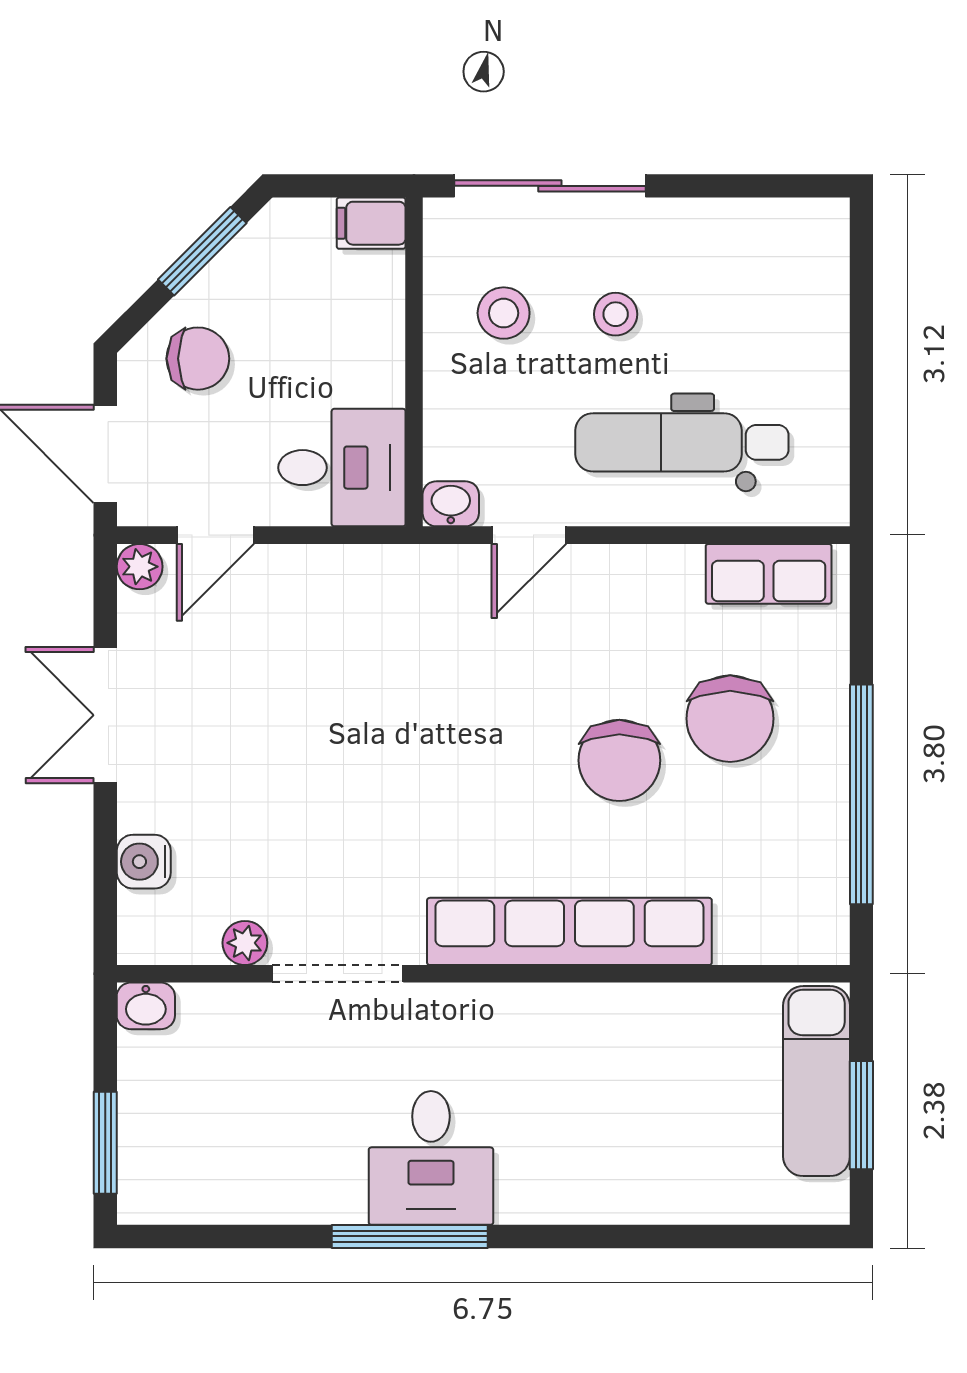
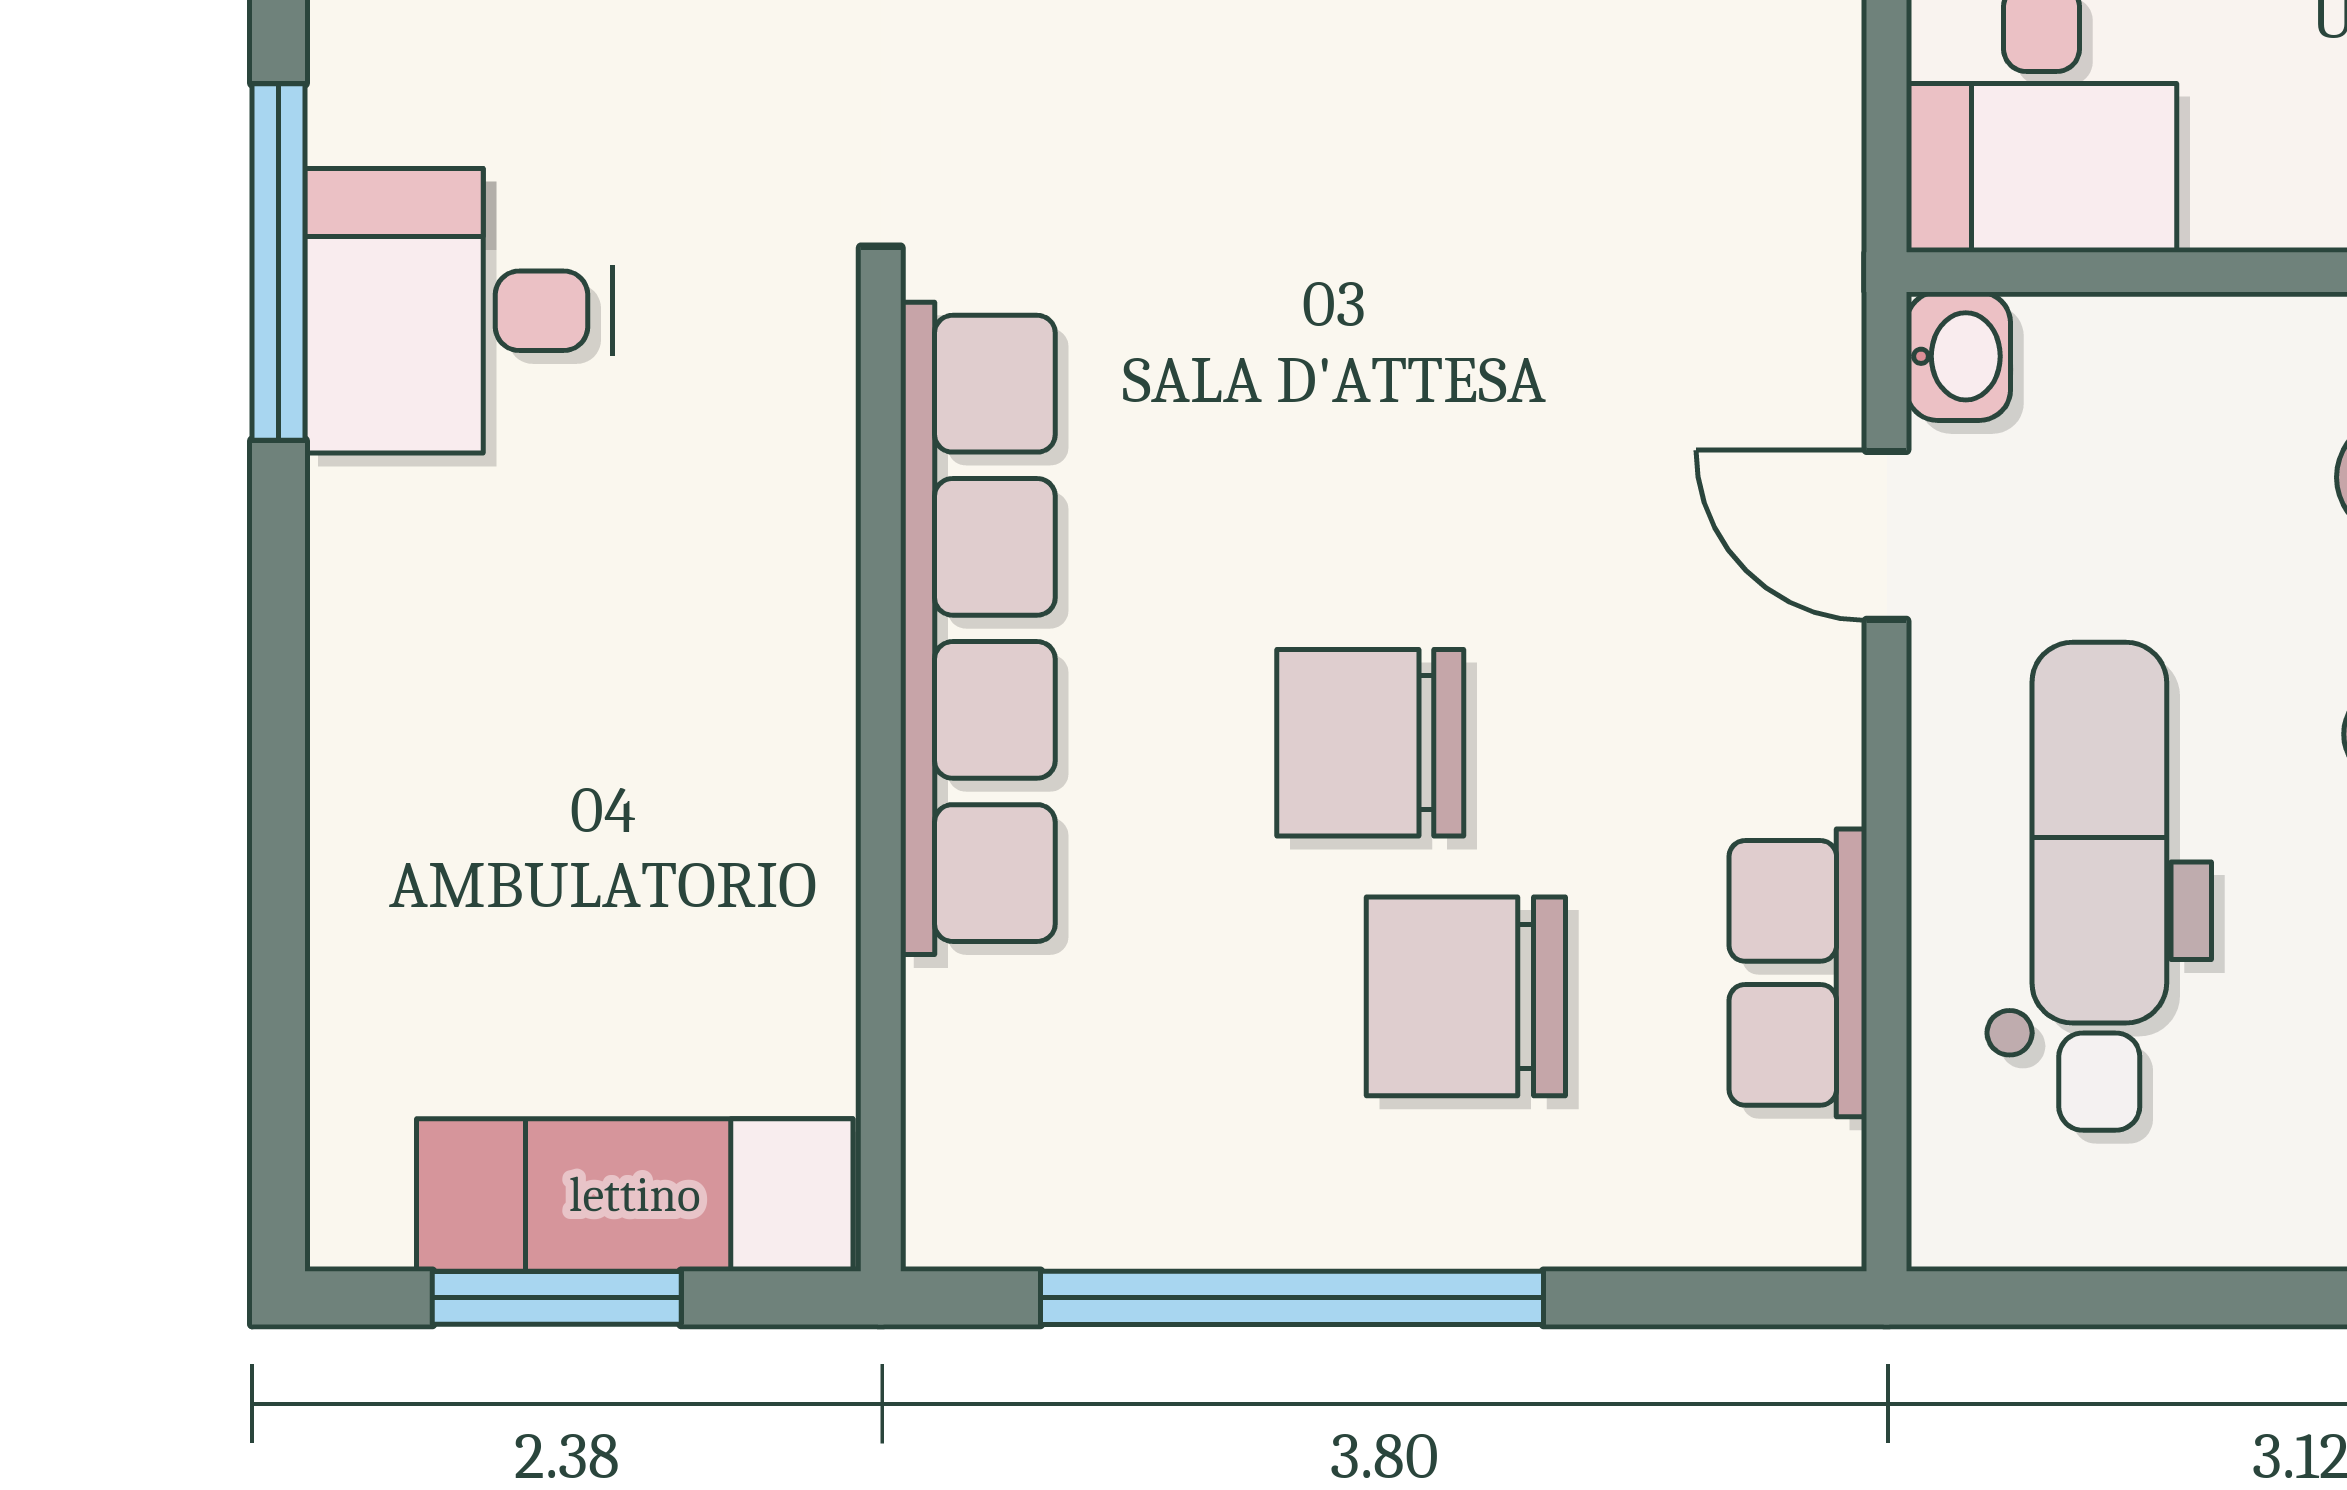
row of seats: (769, 574) -> (1798, 973), moved

